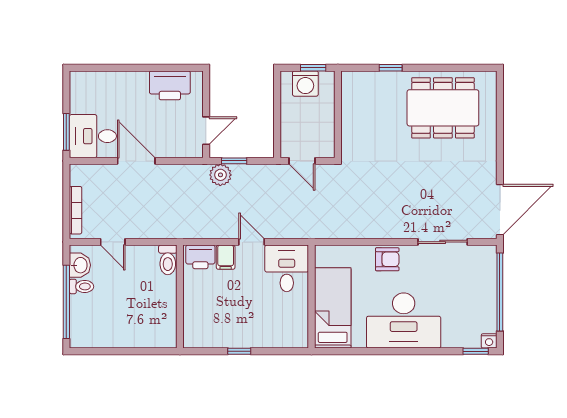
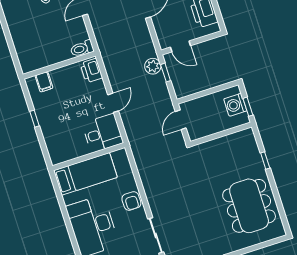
filing cabinet: (226, 257) -> (44, 82), moved, turned -90

